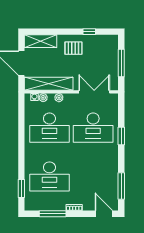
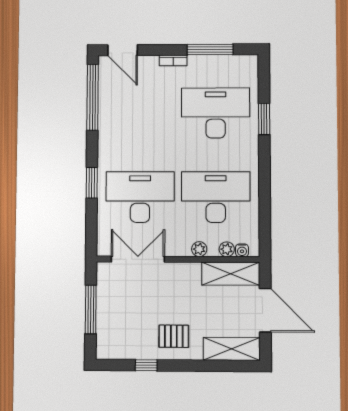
shelving: (49, 84) -> (231, 274), width x0.68
double door: (94, 92) -> (138, 259), swing flipped
window: (121, 186) -> (93, 97), width x1.46
window: (21, 188) -> (264, 119), moved

